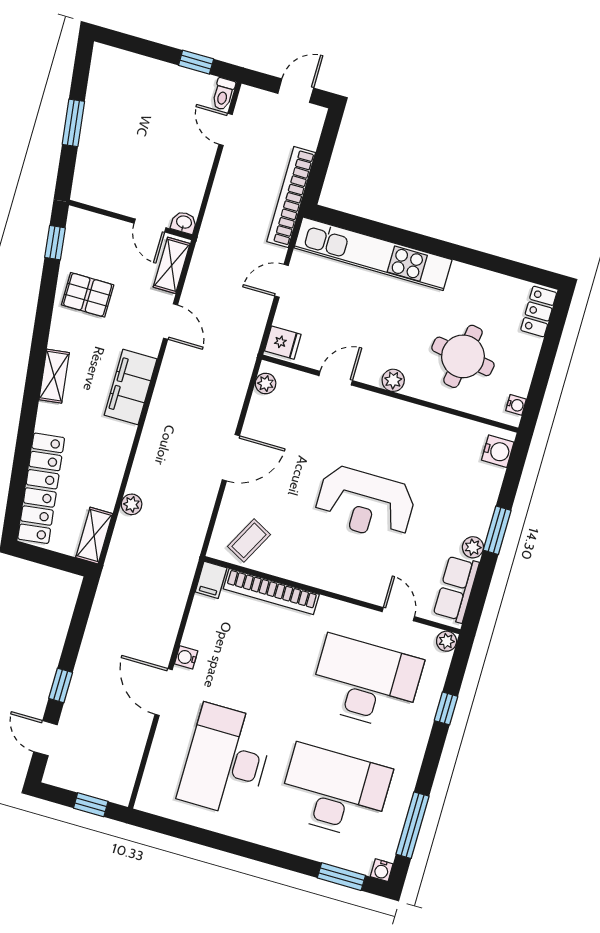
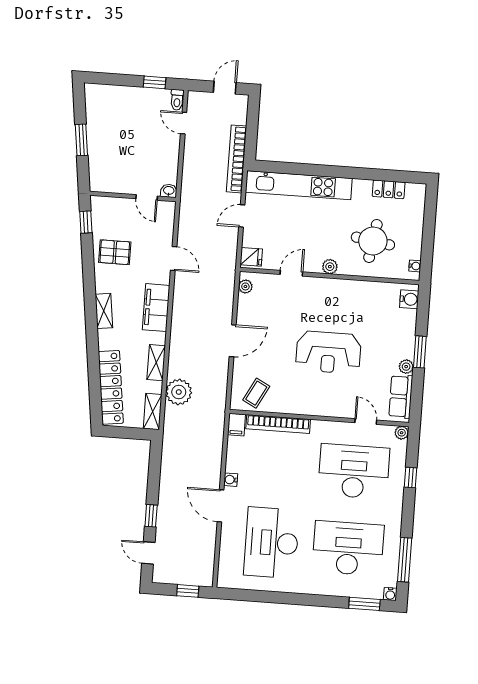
shelving: (172, 265) -> (156, 363), moved
locker: (539, 311) -> (389, 189), moved, turned -90
plant: (132, 504) -> (179, 392), width x1.87, depth x1.87

